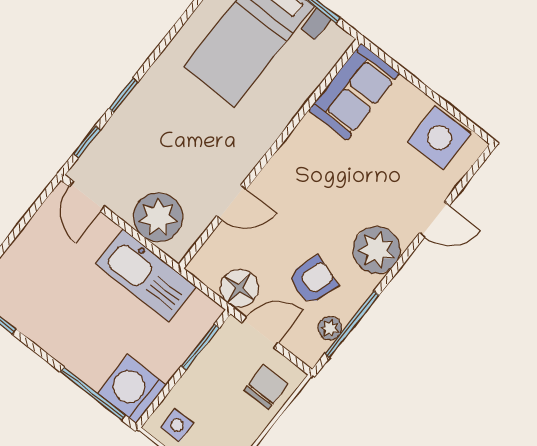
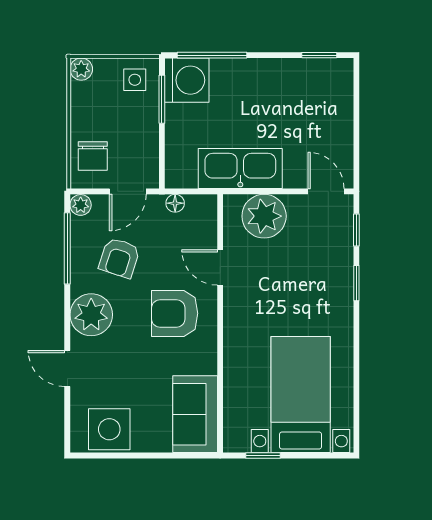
armchair: (303, 194) -> (175, 313), added
door: (231, 203) -> (220, 267), hinge flipped
door: (434, 220) -> (67, 368), hinge flipped
floor lamp: (239, 288) -> (175, 203), width x0.53, depth x0.53
plant: (330, 328) -> (81, 205), moved
window: (200, 347) -> (162, 99), moved

